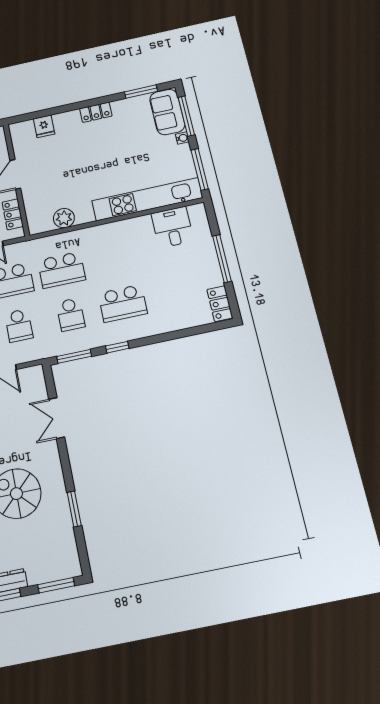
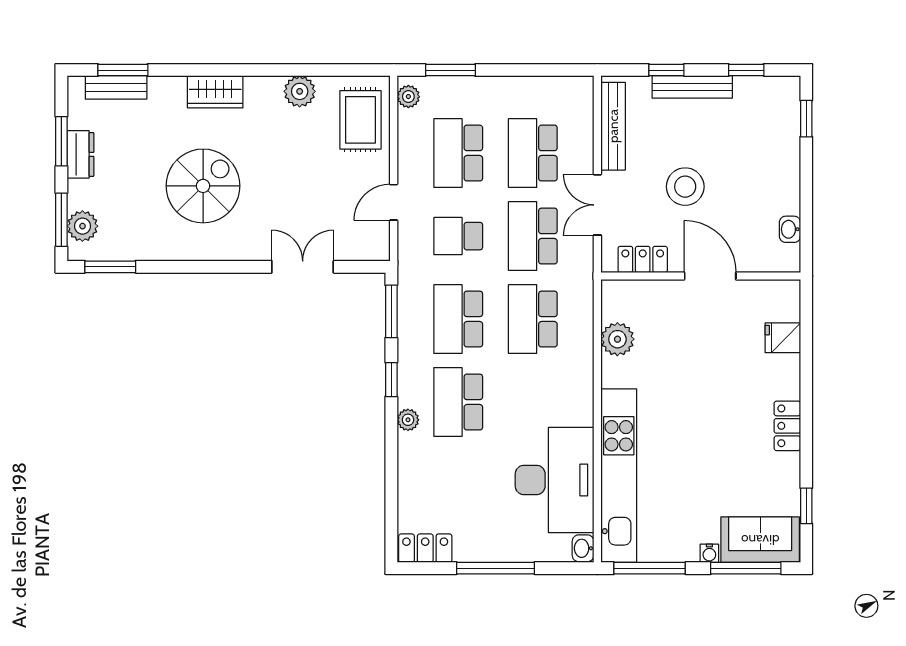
window: (141, 92) -> (806, 506), width x0.67
washbasin: (197, 210) -> (583, 548), added
desk: (172, 227) -> (555, 480), width x1.87, depth x1.30
school desk: (71, 314) -> (458, 319), width x1.85
plant: (141, 332) -> (408, 420), added
window: (74, 509) -> (110, 267), moved
plant: (58, 570) -> (82, 226), added

